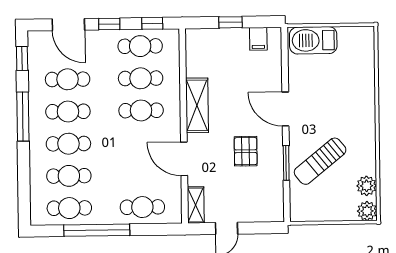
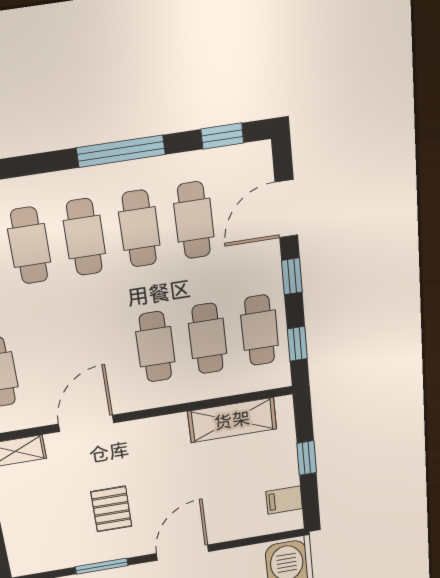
shelving: (197, 105) -> (232, 420), moved
pallet: (246, 151) -> (111, 509), turned 90

